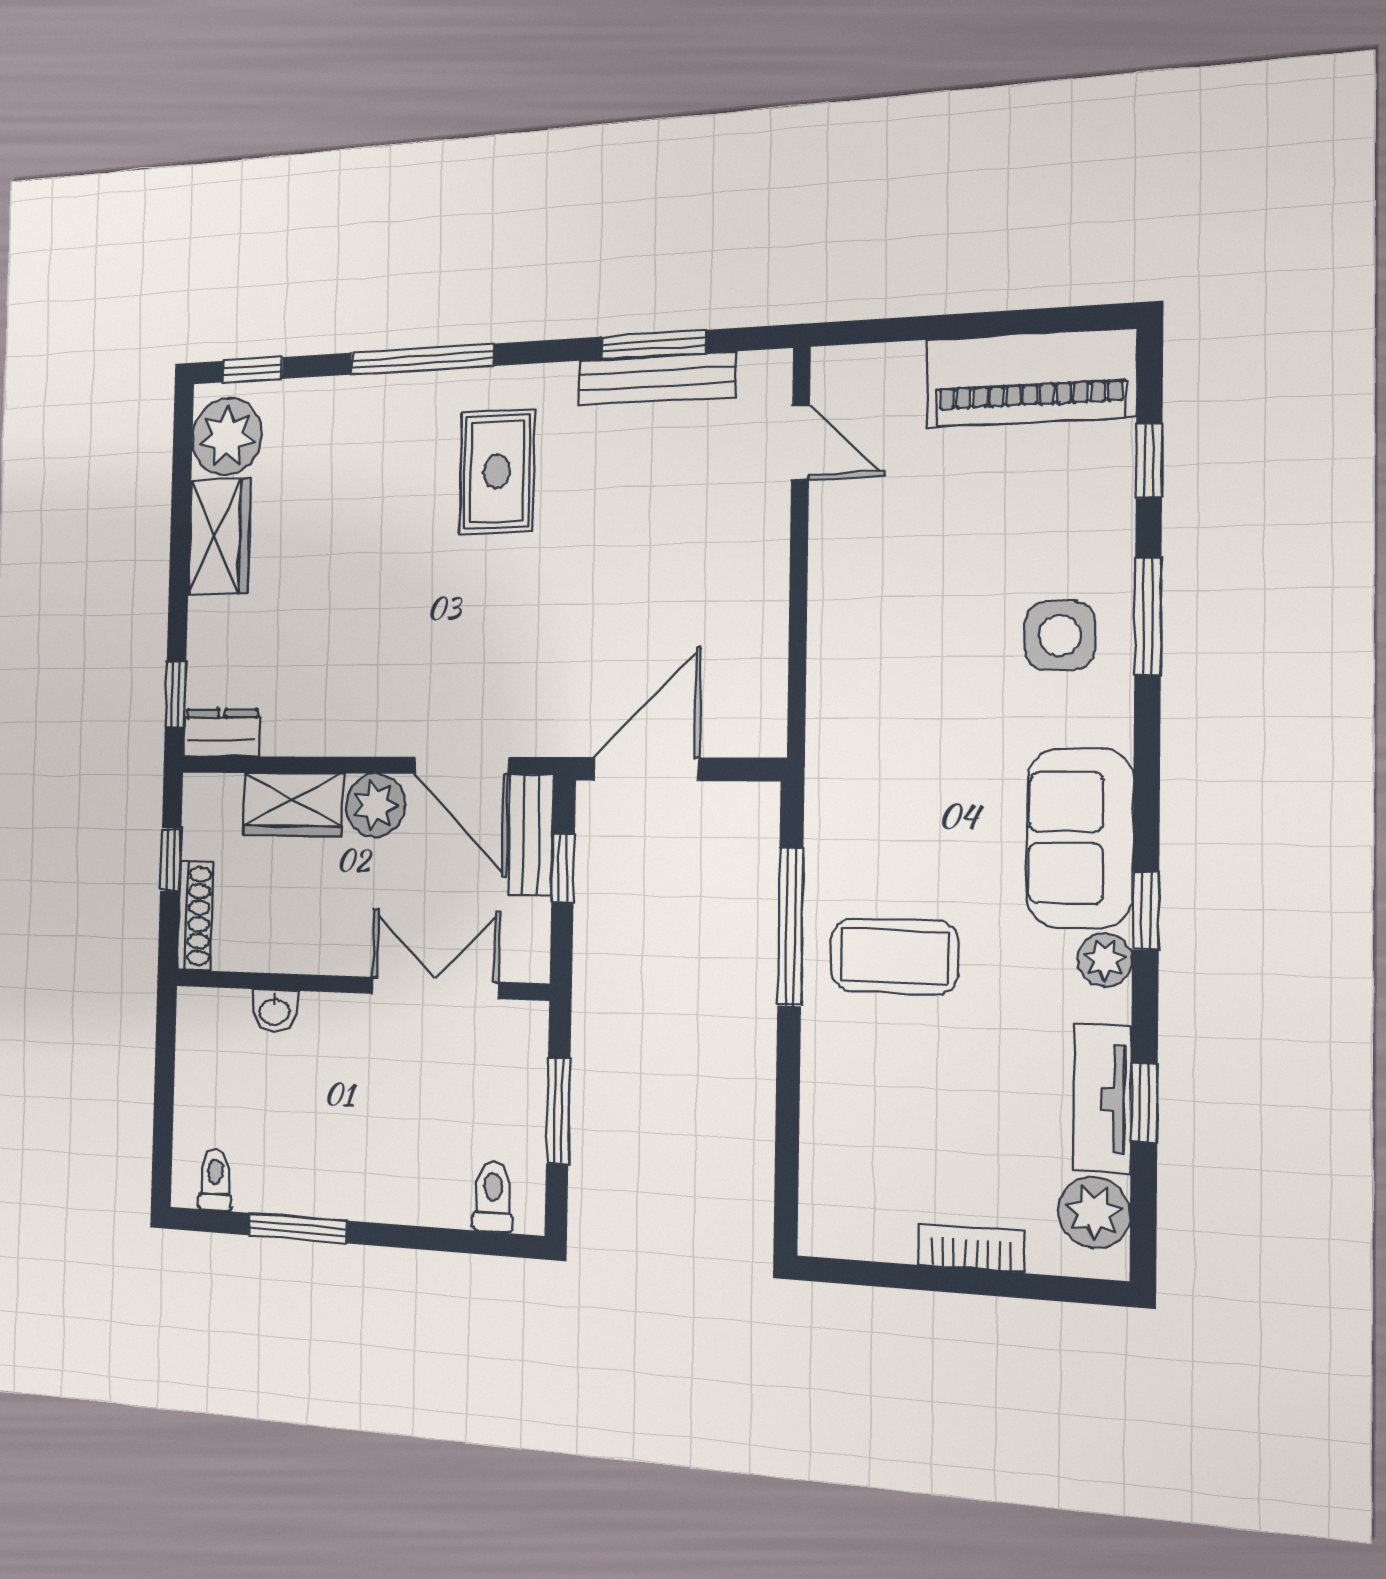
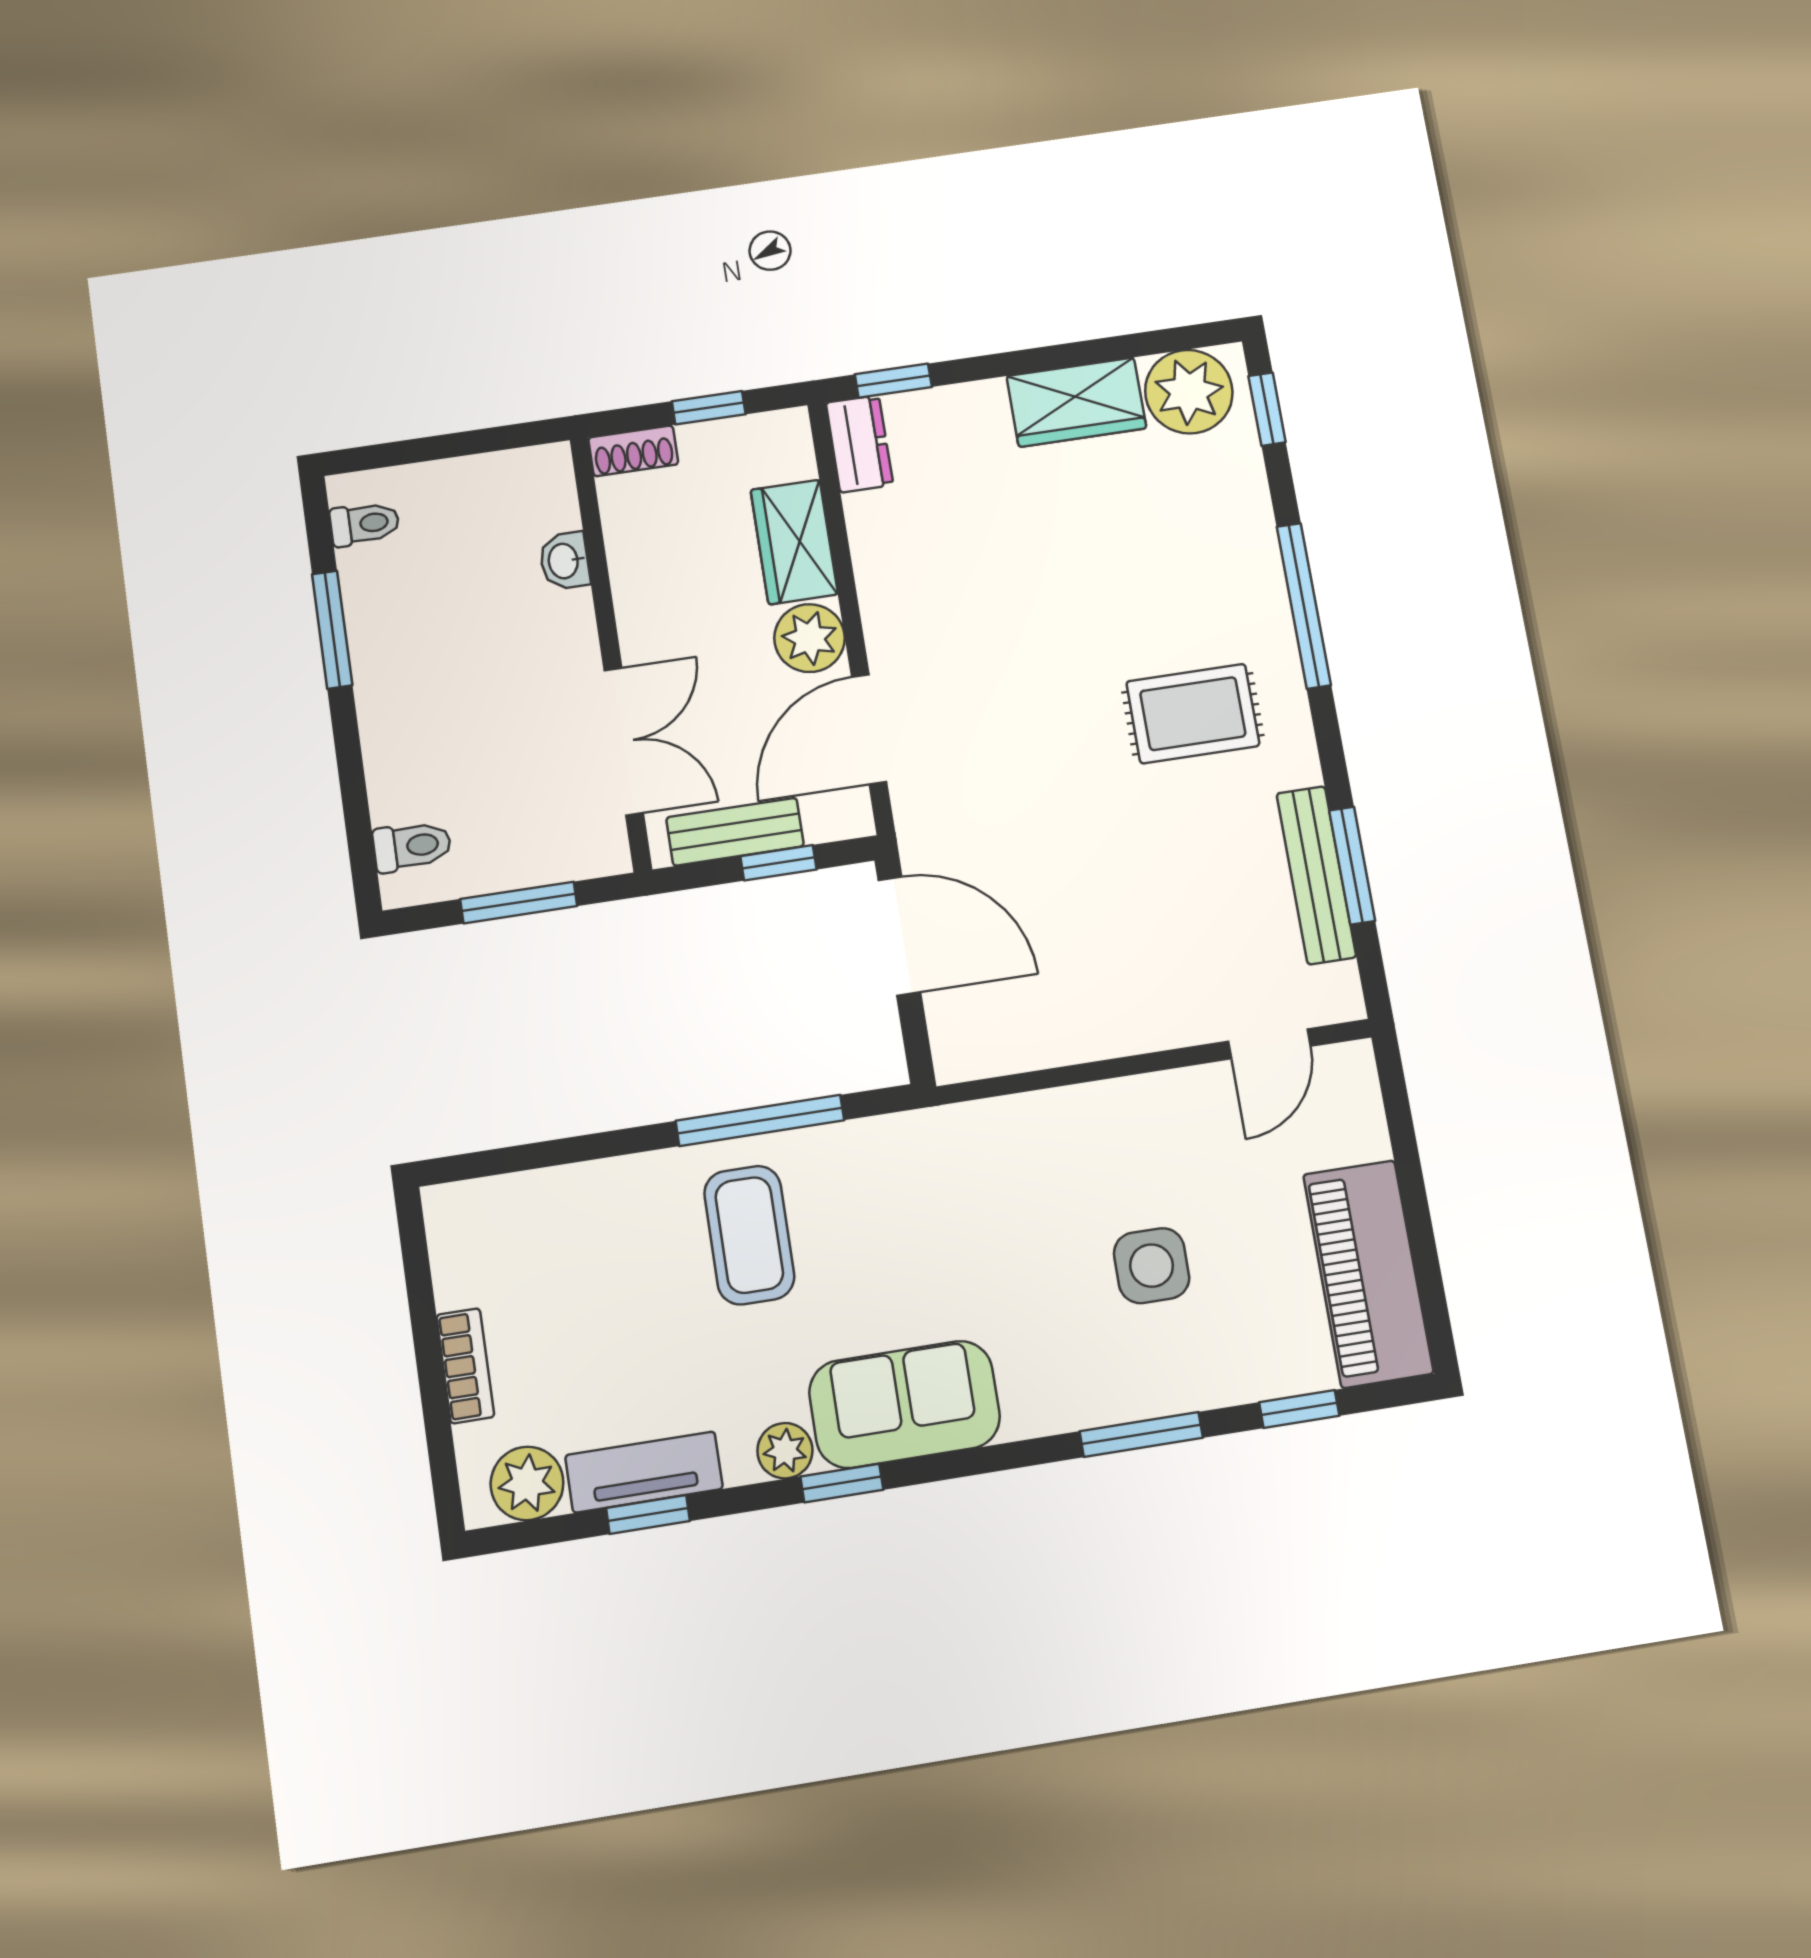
side table: (1060, 636) -> (1152, 1266), moved
bench: (531, 835) -> (735, 832), moved
shoe rack: (195, 916) -> (633, 451), width x0.70

